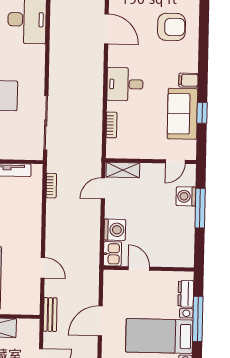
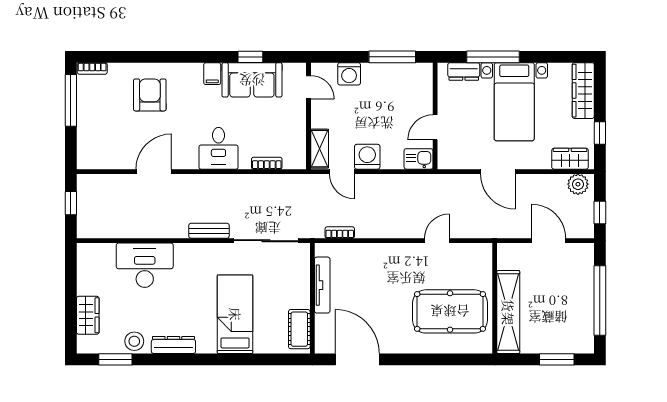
window: (200, 208) -> (392, 57), moved
washing machine: (115, 230) -> (367, 157), moved
bench: (50, 315) -> (209, 231), moved

